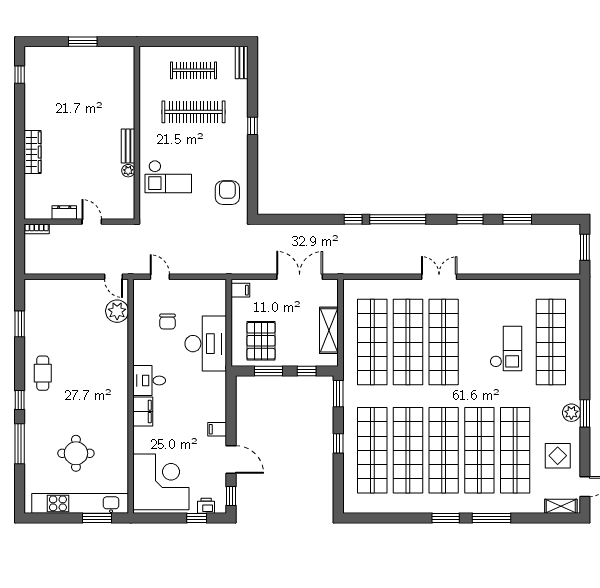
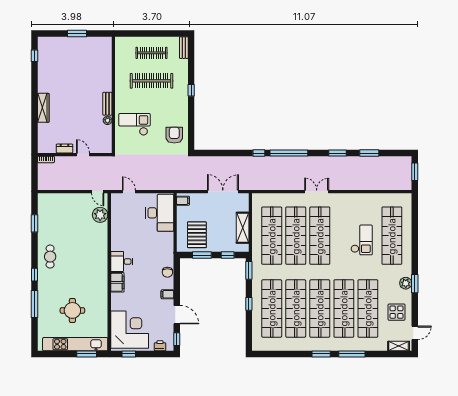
checkout: (168, 177) -> (135, 124), turned 180
chair: (167, 322) -> (167, 272), moved
desk: (206, 344) -> (160, 213), moved
window: (197, 518) -> (129, 354), moved

